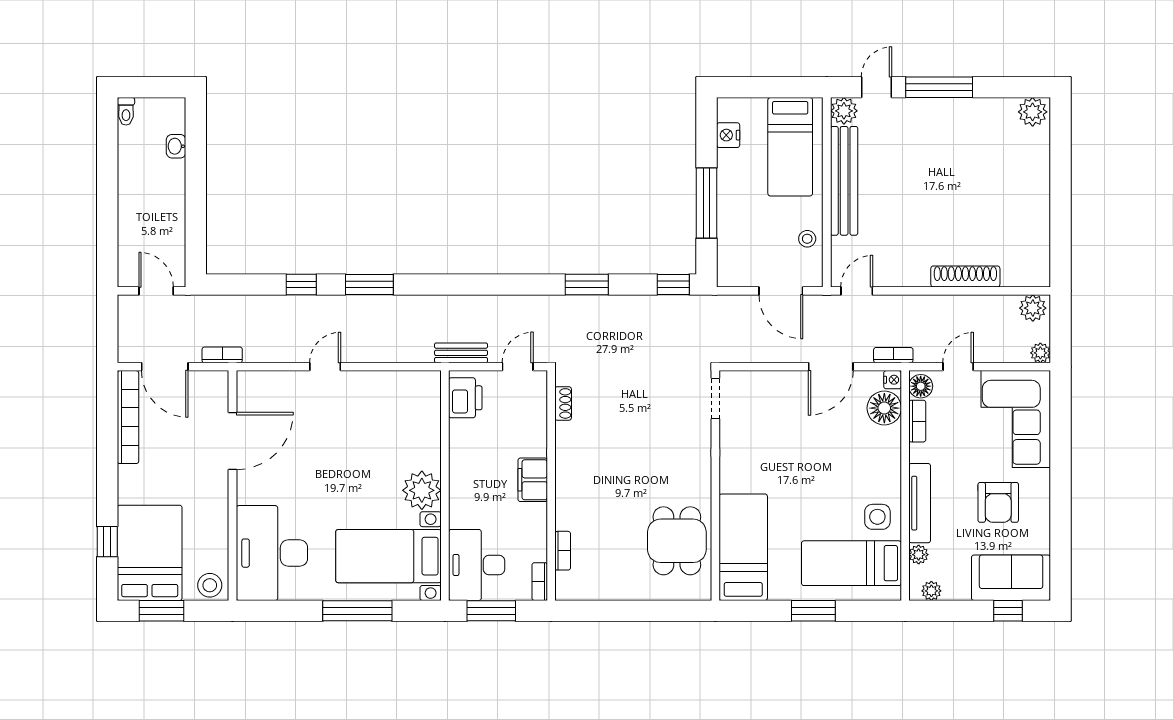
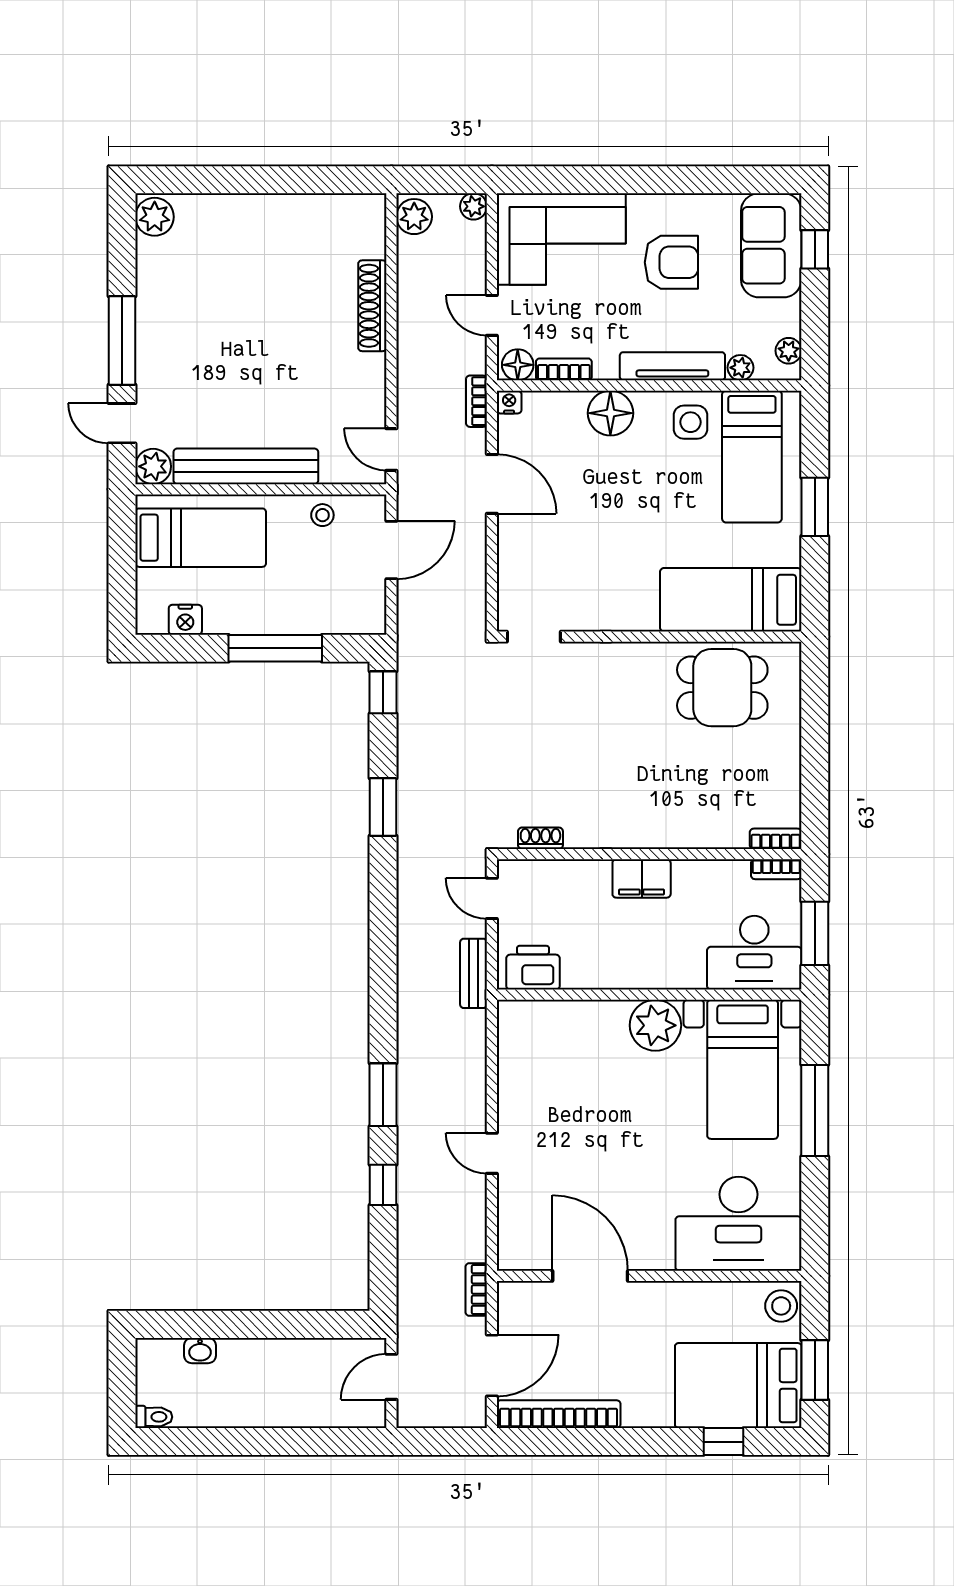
floor lamp: (884, 408) -> (610, 413), moved
bookcase: (563, 551) -> (776, 839), moved

